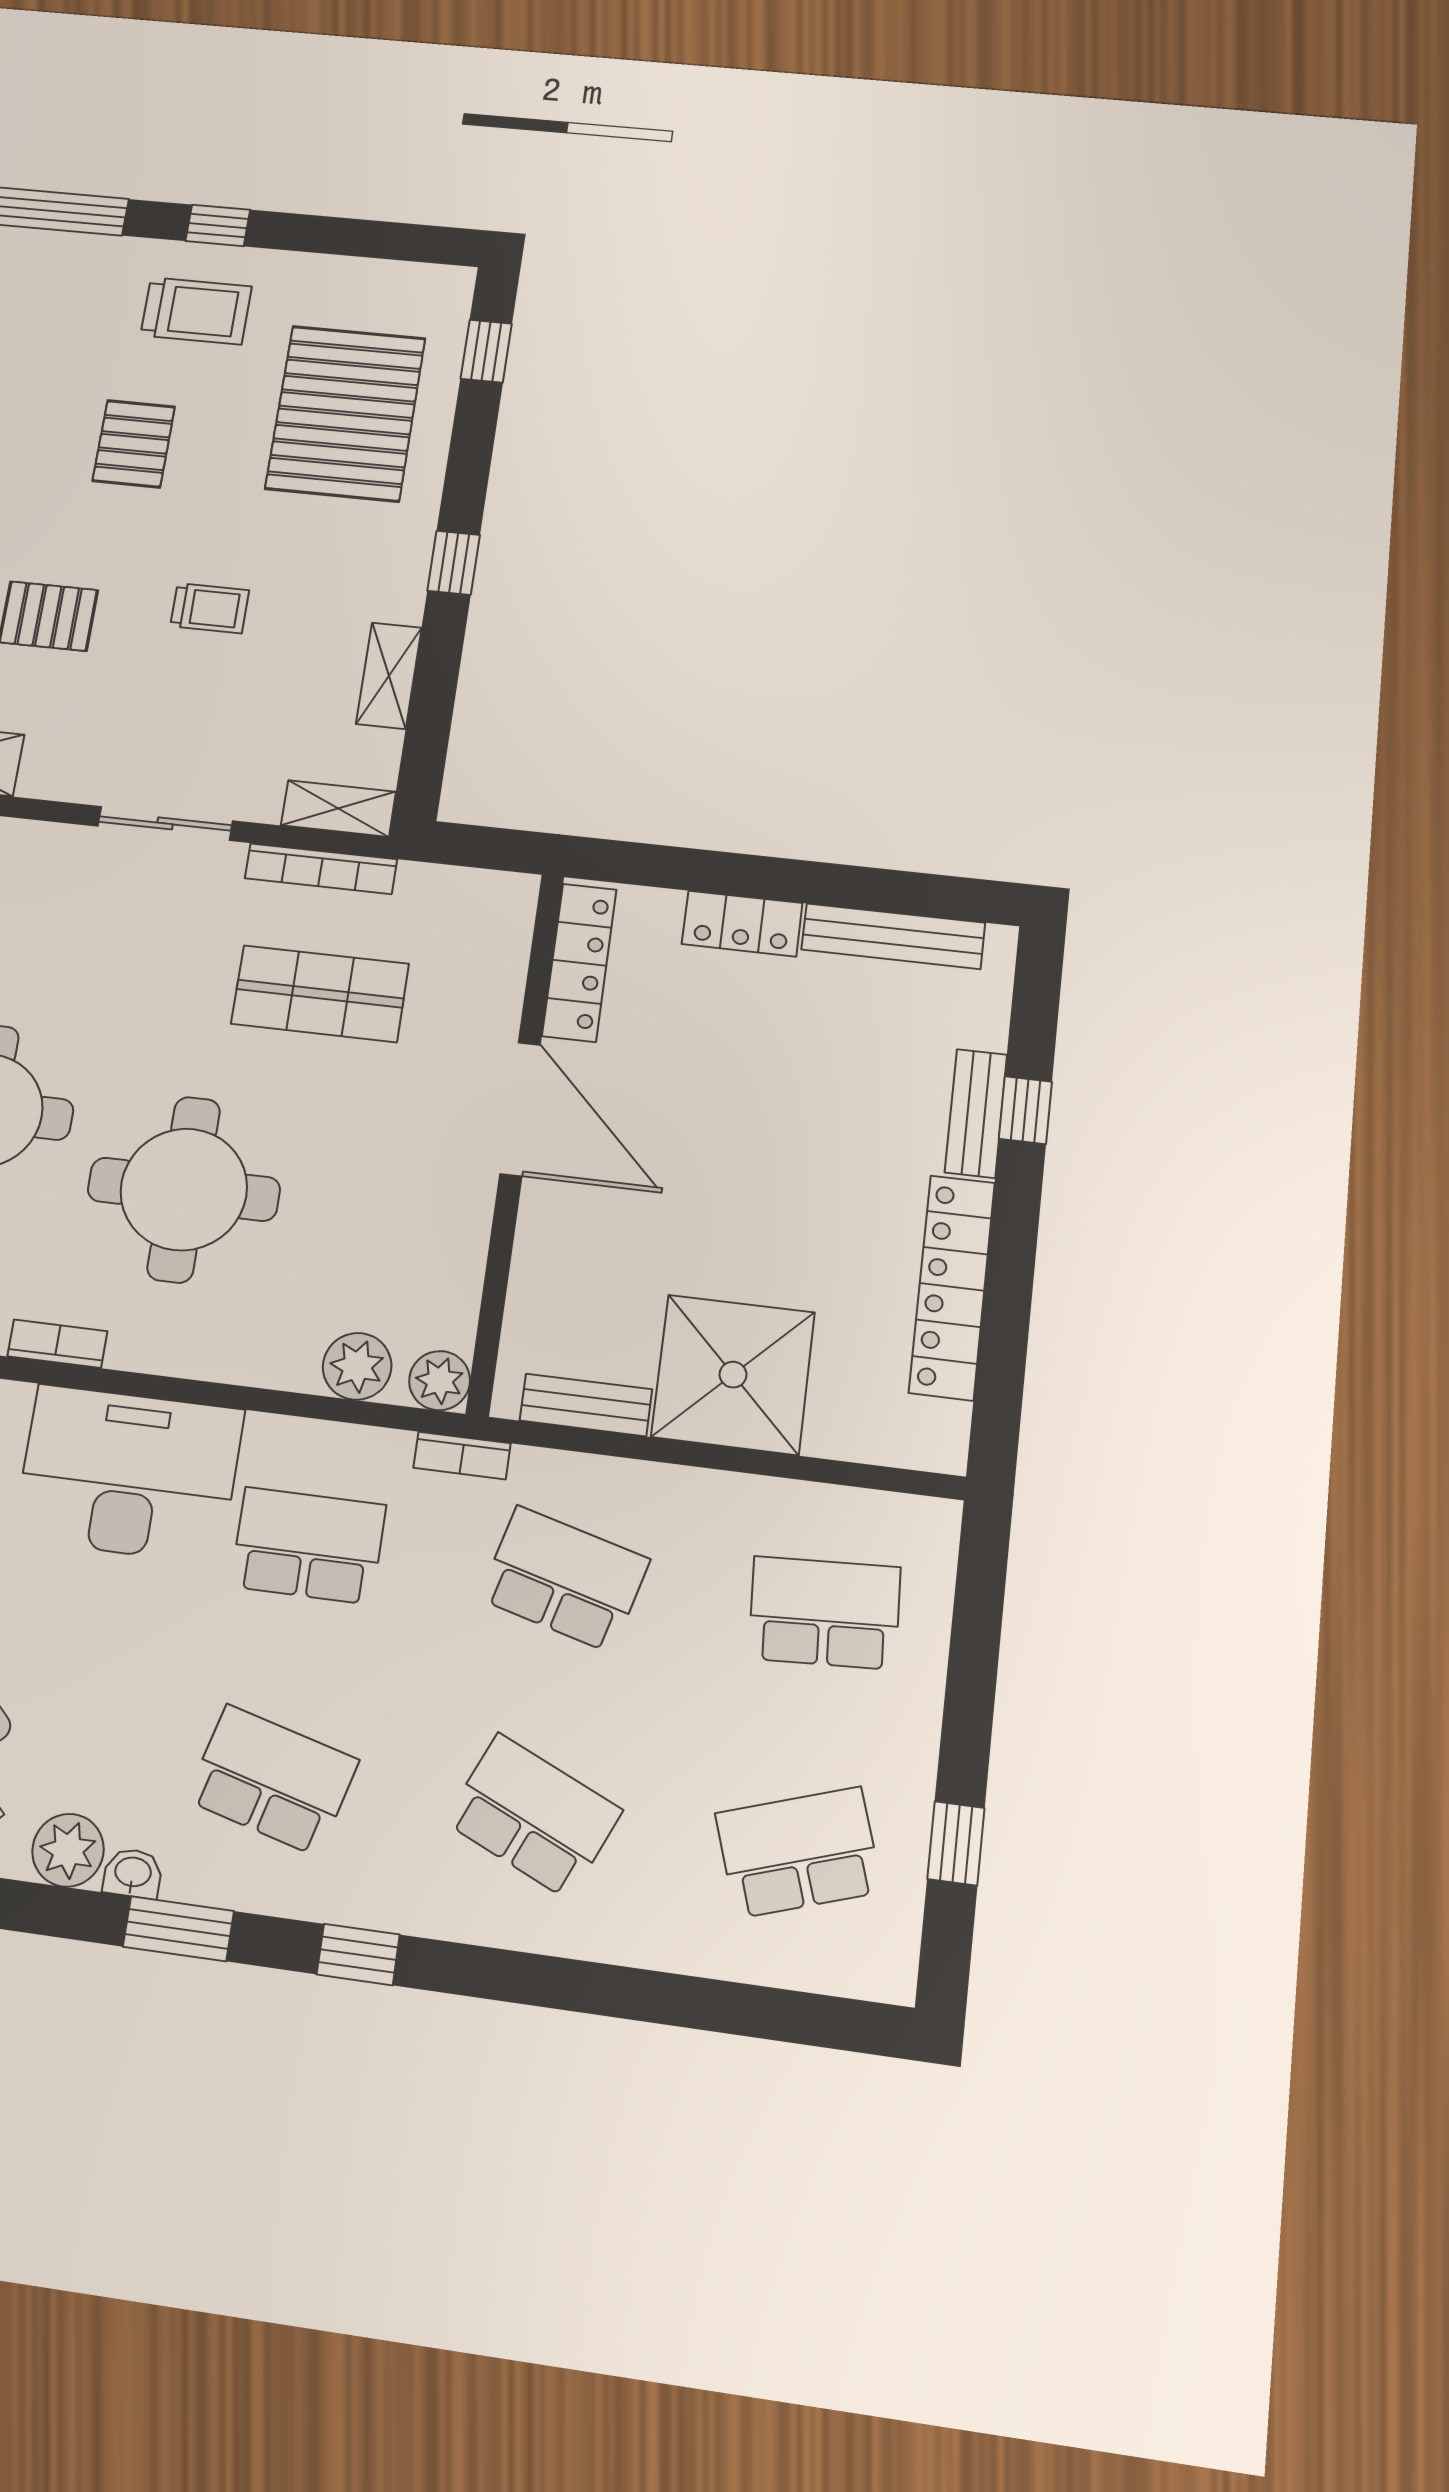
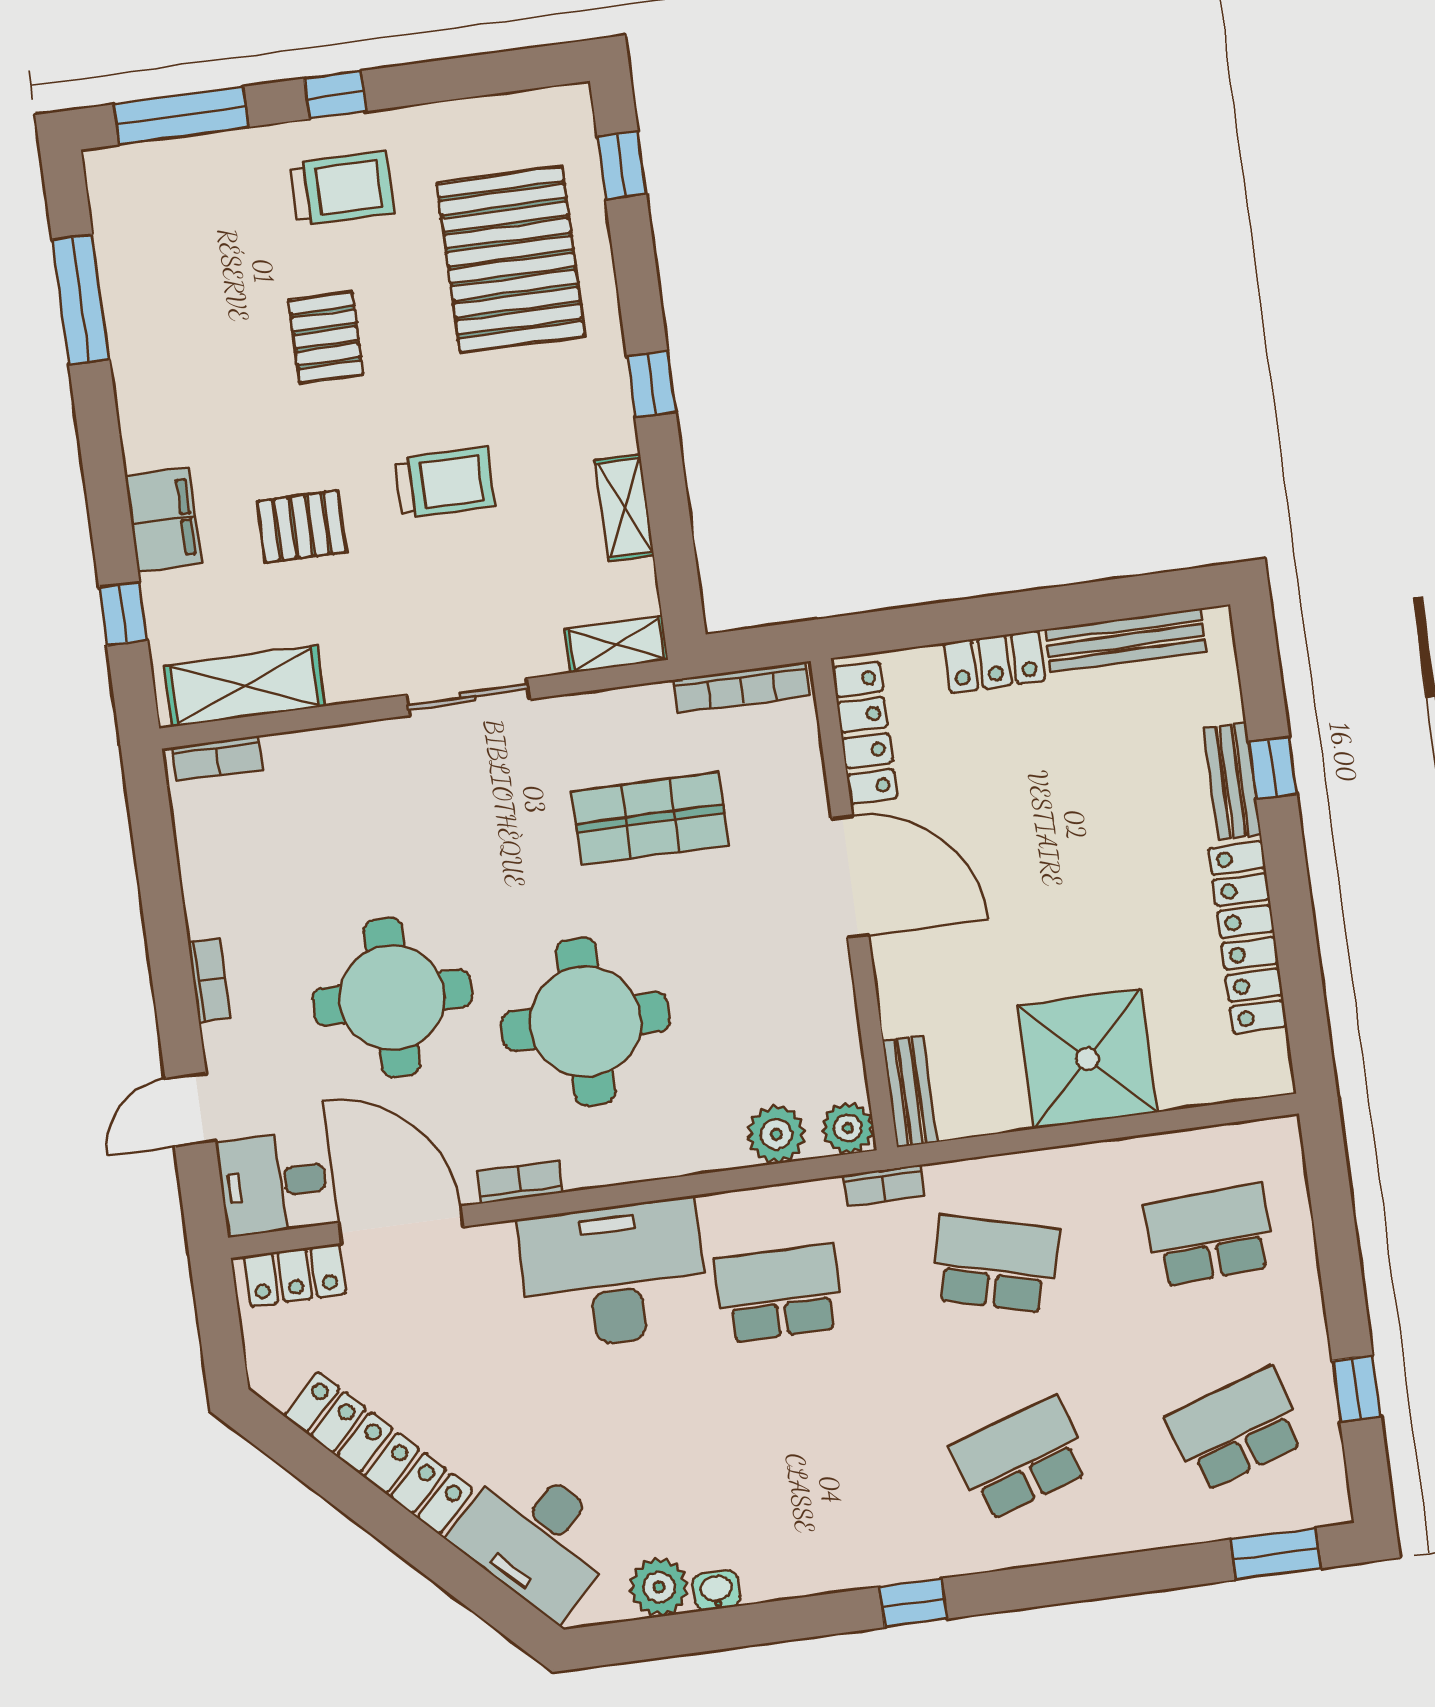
trolley: (210, 608) -> (445, 483), width x1.36, depth x1.39
bookcase: (321, 869) -> (741, 688), moved
bench: (586, 1405) -> (910, 1091), moved, turned 90
school desk: (272, 1780) -> (806, 1488), removed
school desk: (533, 1816) -> (1021, 1459), turned -42
window: (178, 1929) -> (1276, 1554), moved

